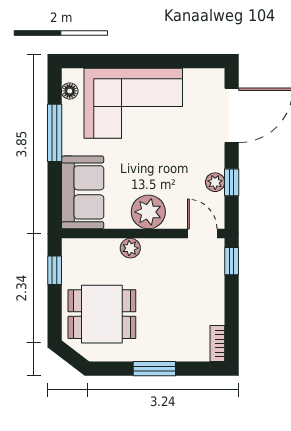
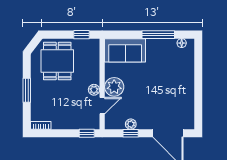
corner sofa: (133, 103) -> (175, 79), removed
door: (202, 234) -> (102, 106), moved
plant: (130, 248) -> (94, 90), moved

